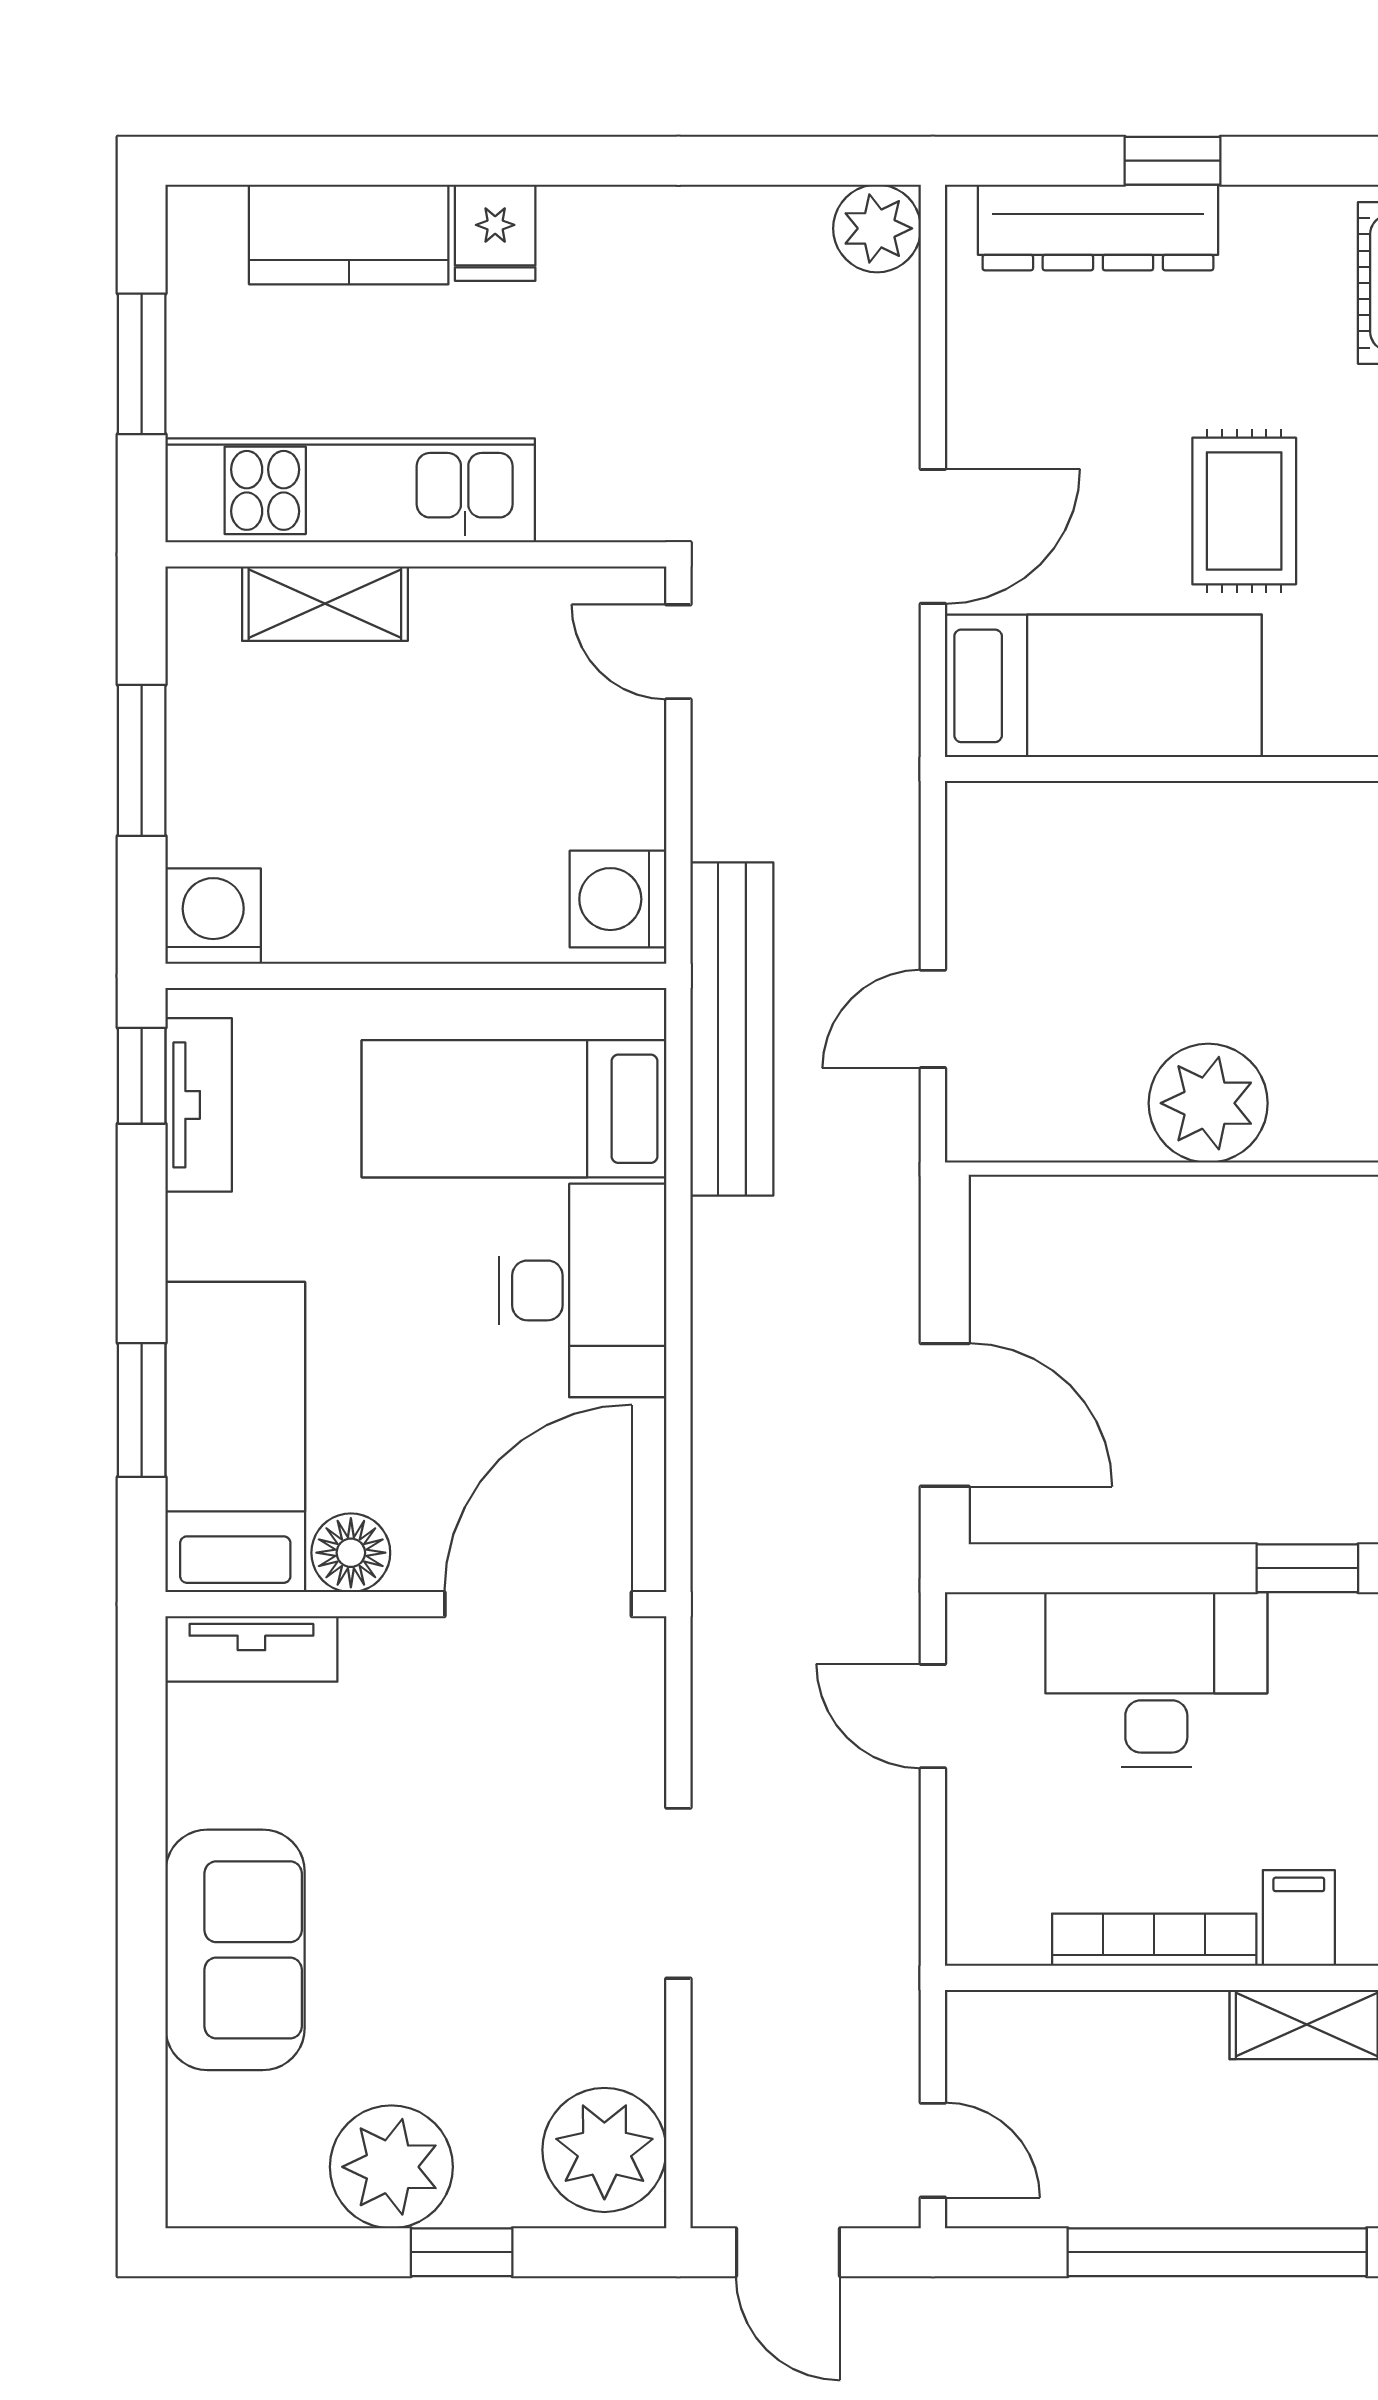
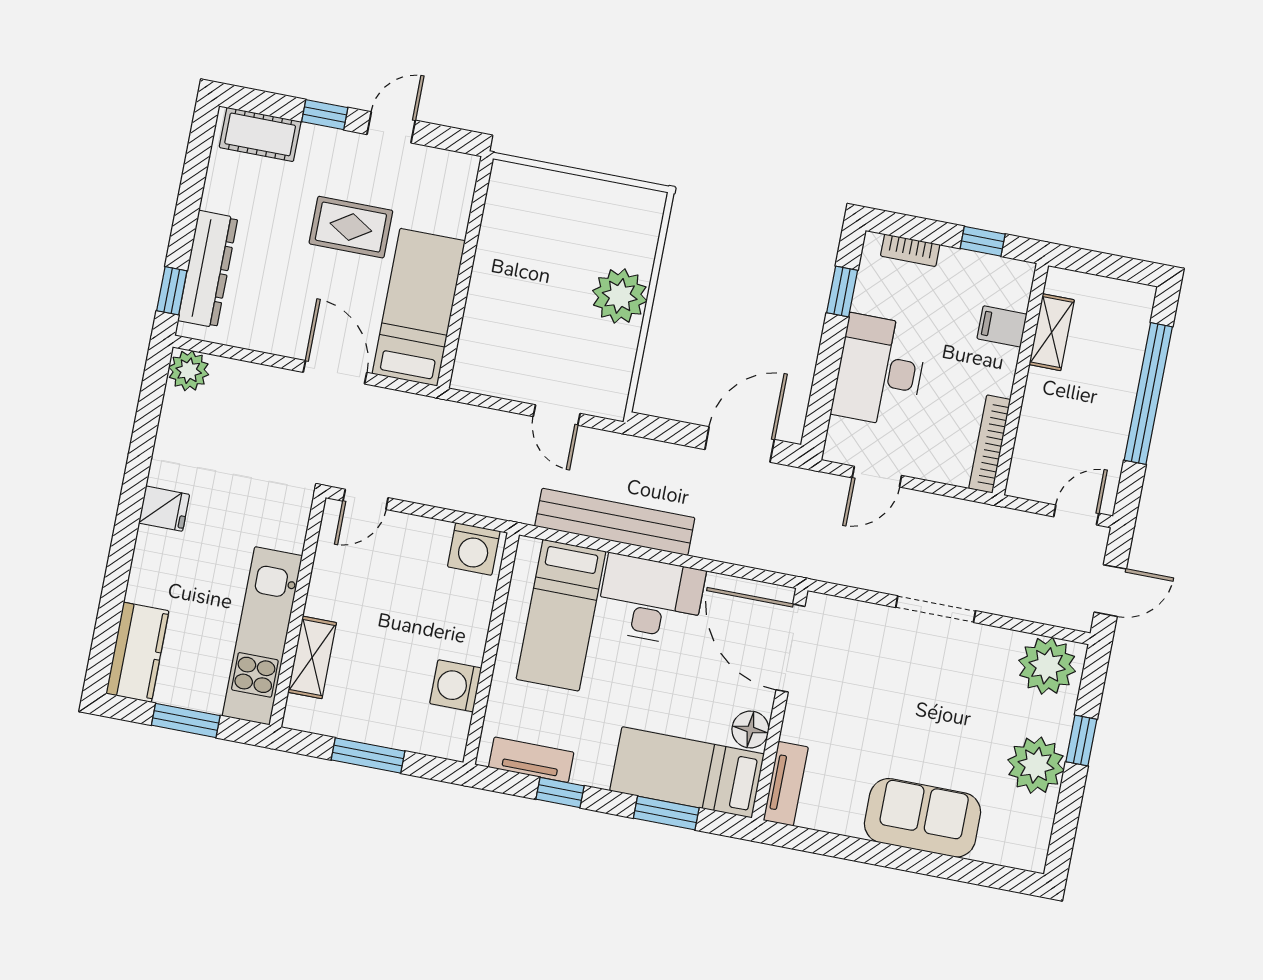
window: (1173, 161) -> (172, 291), moved
fridge: (495, 233) -> (164, 509), moved
kitchen counter: (349, 234) -> (137, 652), moved
washing machine: (213, 916) -> (456, 686), moved
bench: (732, 1029) -> (615, 522), moved
window: (142, 1076) -> (560, 793), moved
bookcase: (1154, 1940) -> (990, 444), moved

